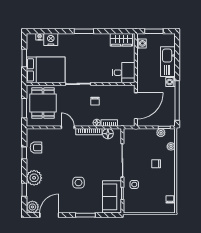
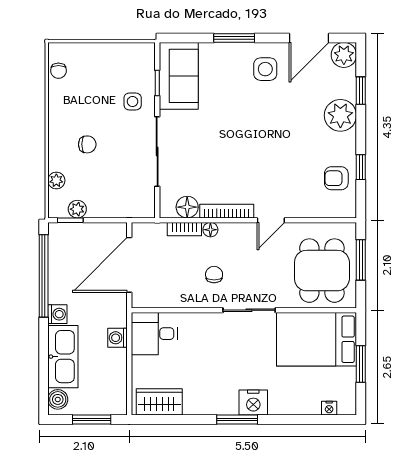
nightstand: (51, 39) -> (253, 403), moved
boiler: (170, 41) -> (58, 399), added
washing machine: (142, 43) -> (118, 338), moved
door: (68, 127) -> (271, 220), hinge flipped
side table: (78, 183) -> (265, 69), moved

